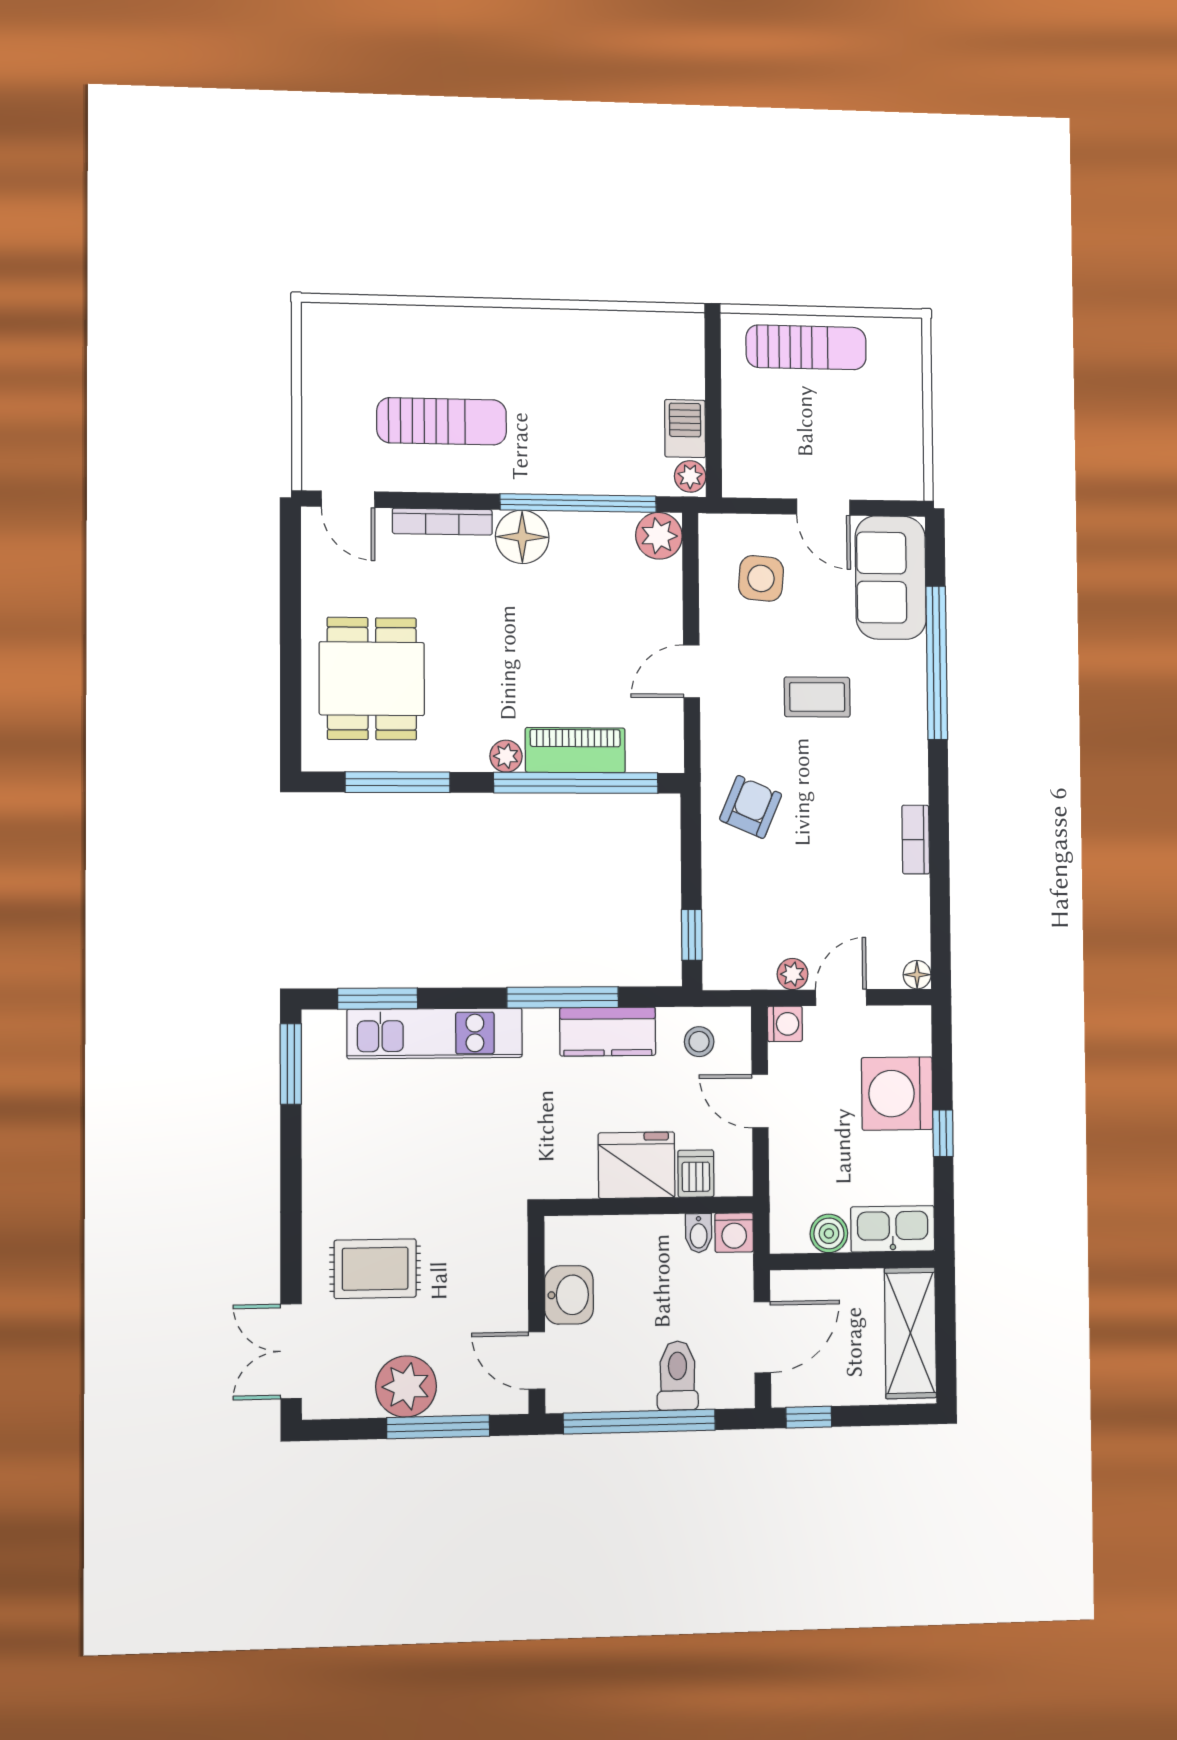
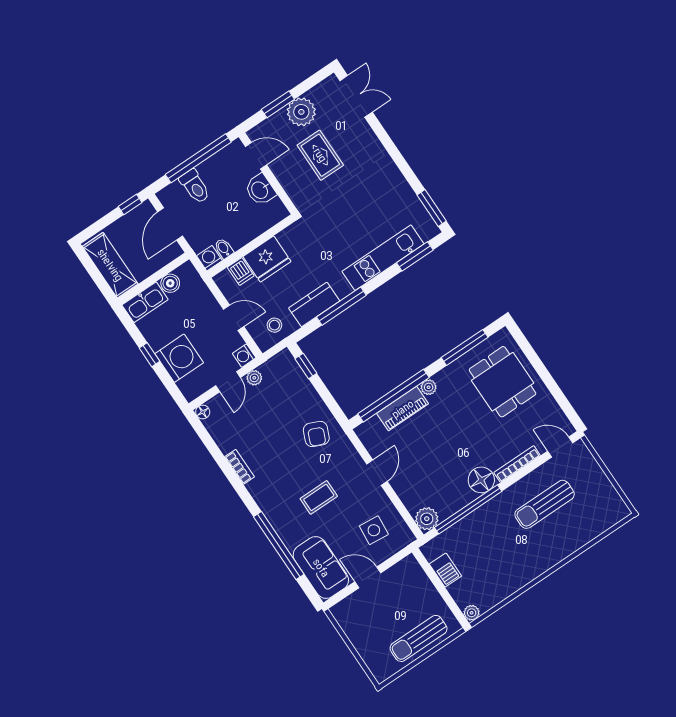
plant: (690, 476) -> (472, 613), moved
rug: (375, 1269) -> (320, 155), moved, turned 90
window: (438, 1427) -> (278, 104), width x0.69

